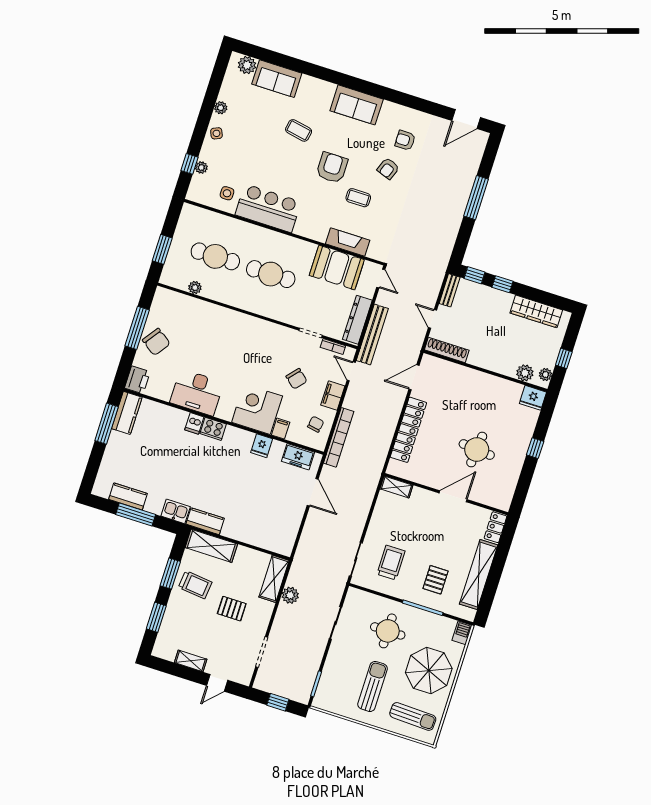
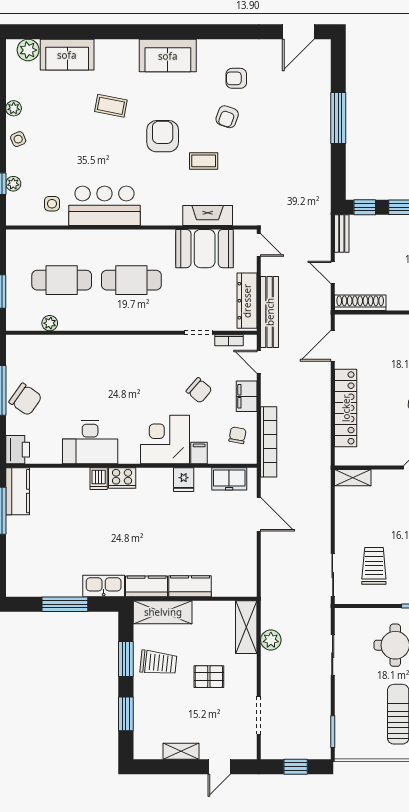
kitchen counter: (128, 496) -> (190, 586), moved
kitchen sink: (176, 511) -> (104, 586), width x1.38

